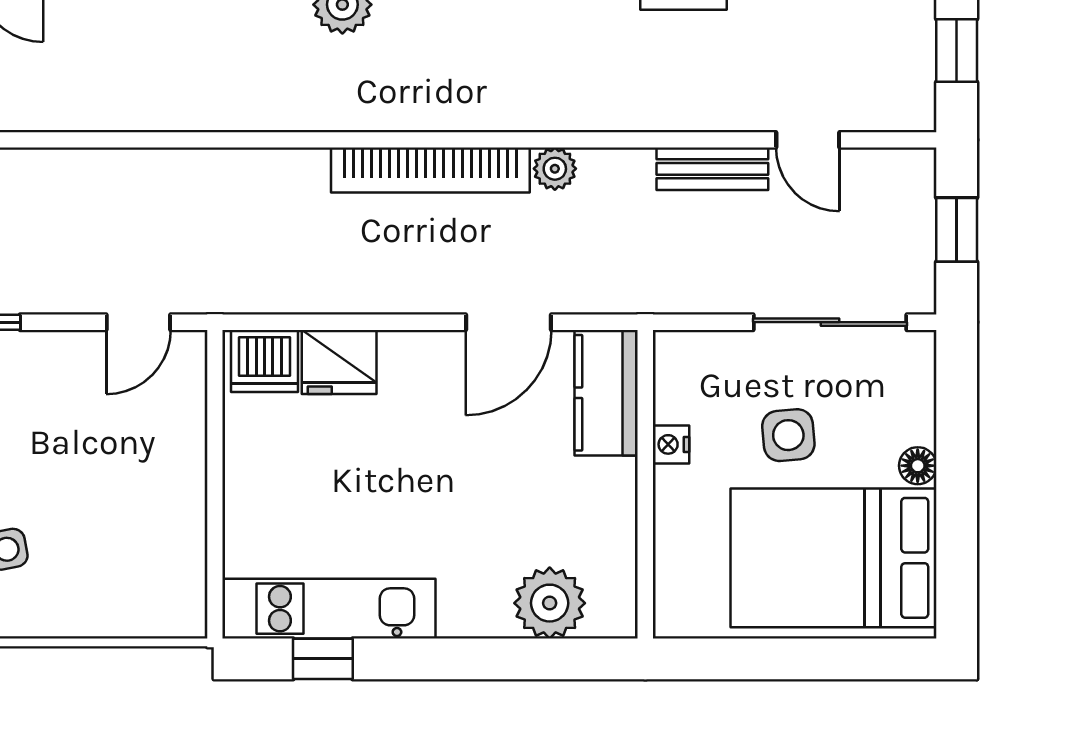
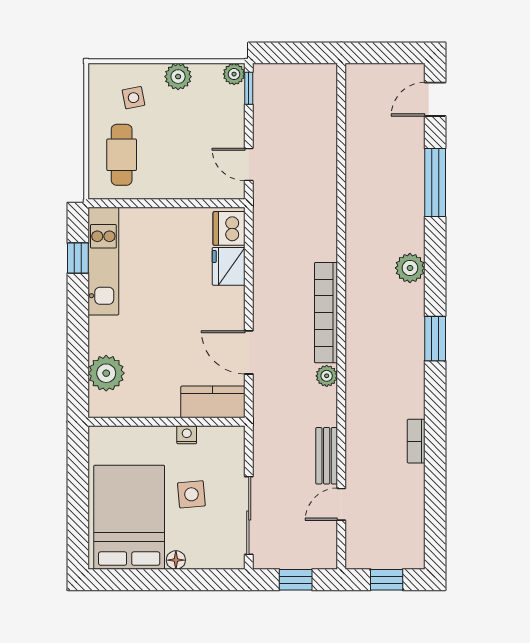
cafe table: (119, 573) -> (122, 155), added

